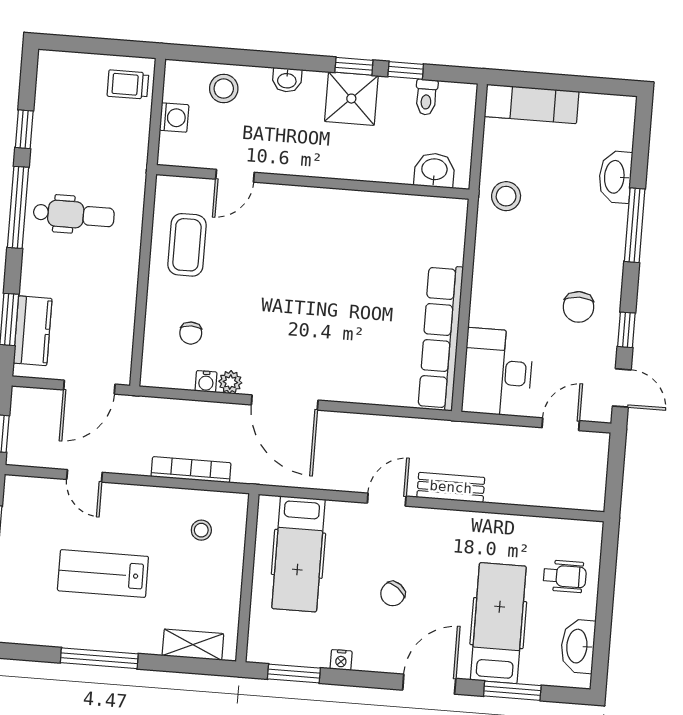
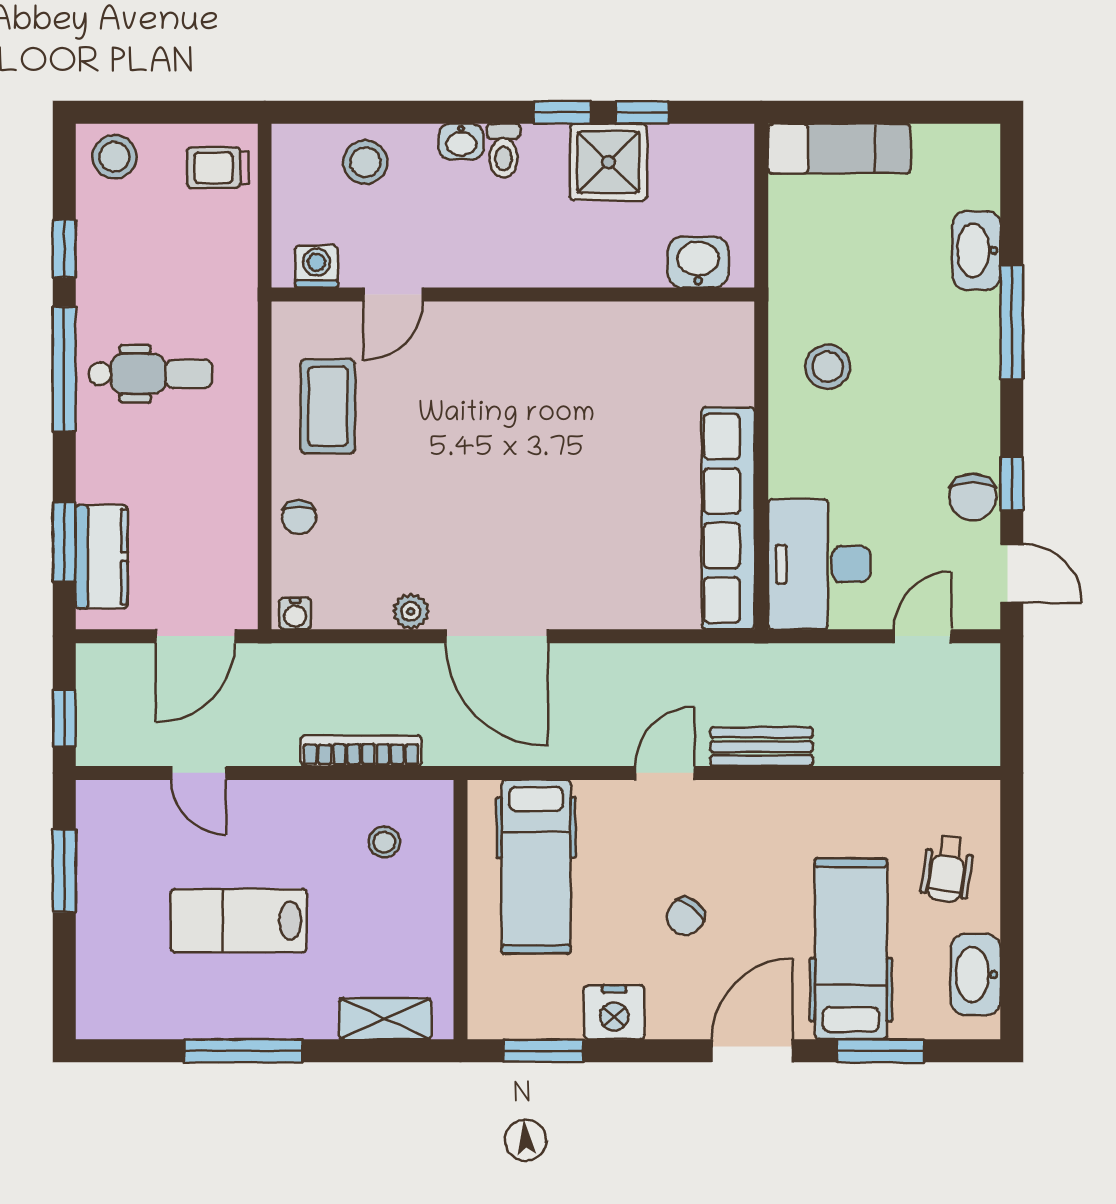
stool: (61, 72) -> (114, 157), added
toilet: (426, 97) -> (504, 151), moved
shower: (351, 99) -> (608, 162), moved
washing machine: (174, 118) -> (317, 266), moved, turned -90
stool: (506, 196) -> (828, 367), moved
chair: (579, 307) -> (973, 497), moved
chair: (191, 333) -> (299, 517), moved
water cooler: (206, 381) -> (295, 614), moved
wheelchair: (565, 576) -> (947, 869), turned 98
nightstand: (341, 660) -> (614, 1012), width x1.89, depth x1.79

